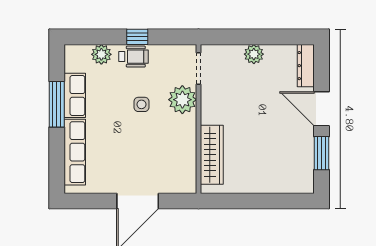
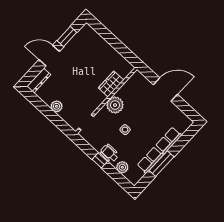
plant: (182, 100) -> (115, 105), moved
door: (322, 109) -> (49, 56), swing flipped
row of seats: (75, 152) -> (169, 140), width x0.68
wardrobe: (212, 155) -> (111, 84), width x0.67

